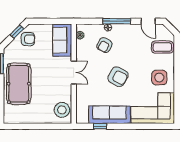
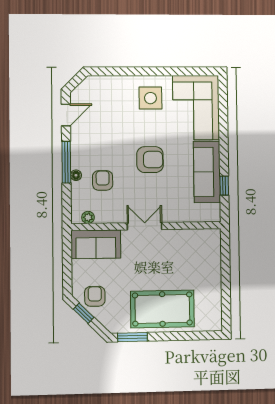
armchair: (104, 45) -> (103, 180), turned -119
coffee table: (162, 47) -> (105, 93), removed
armchair: (118, 77) -> (150, 160), turned 63
stool: (62, 110) -> (201, 243), removed

